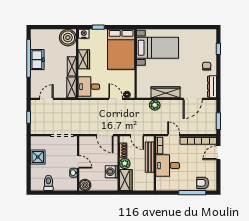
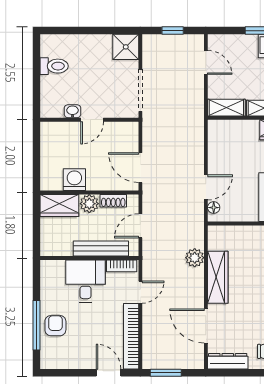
desk: (89, 87) -> (228, 139), removed
door: (105, 135) -> (140, 168), hinge flipped
shower: (38, 157) -> (126, 47), moved
armchair: (203, 183) -> (55, 326), moved
boiler: (85, 185) -> (51, 132), removed

